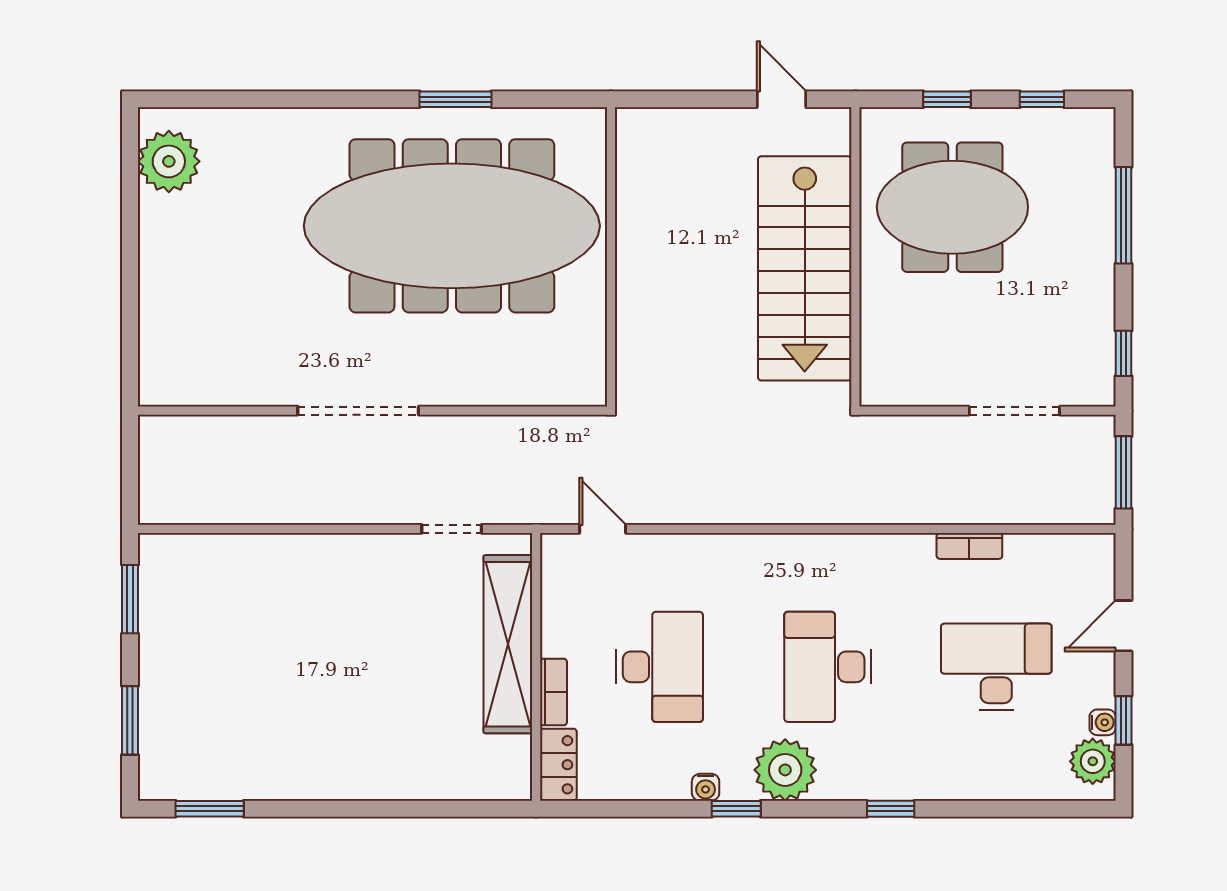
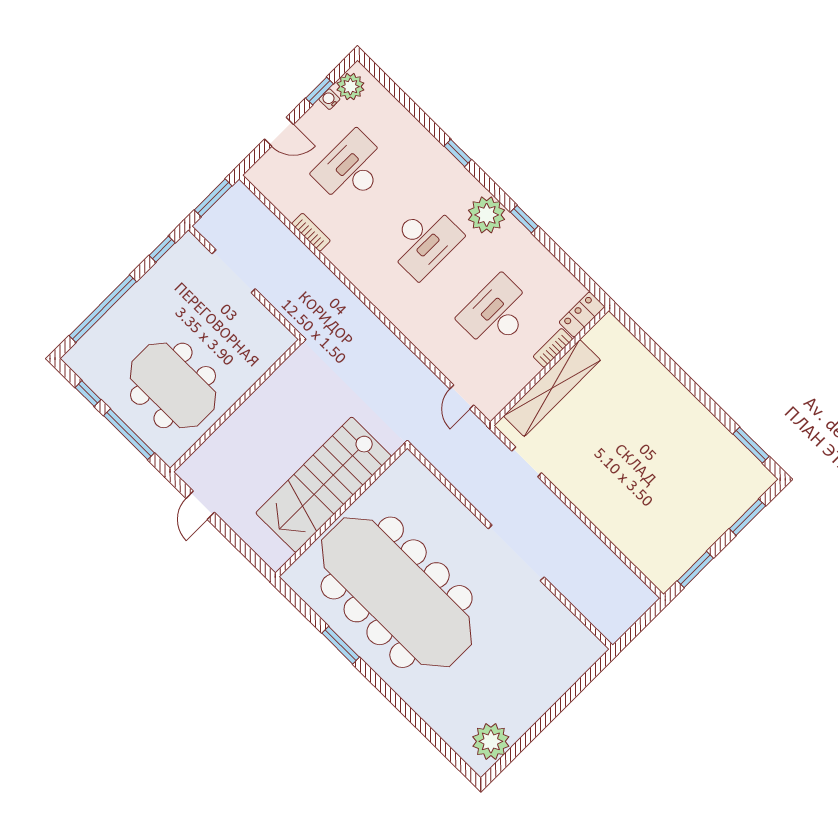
window: (947, 99) -> (129, 434), width x2.17
window: (1123, 215) -> (103, 309), width x1.46
stairs: (805, 268) -> (324, 485), moved, turned 180
desk: (996, 667) -> (351, 169), turned 90
water cooler: (706, 787) -> (528, 242), removed

